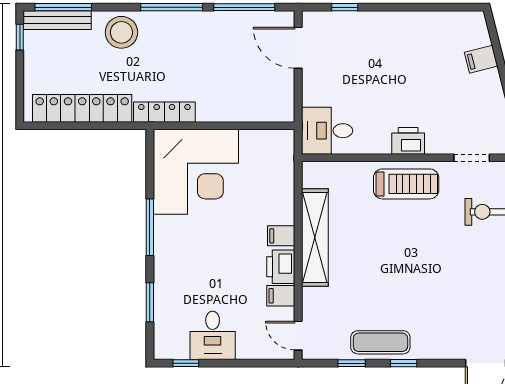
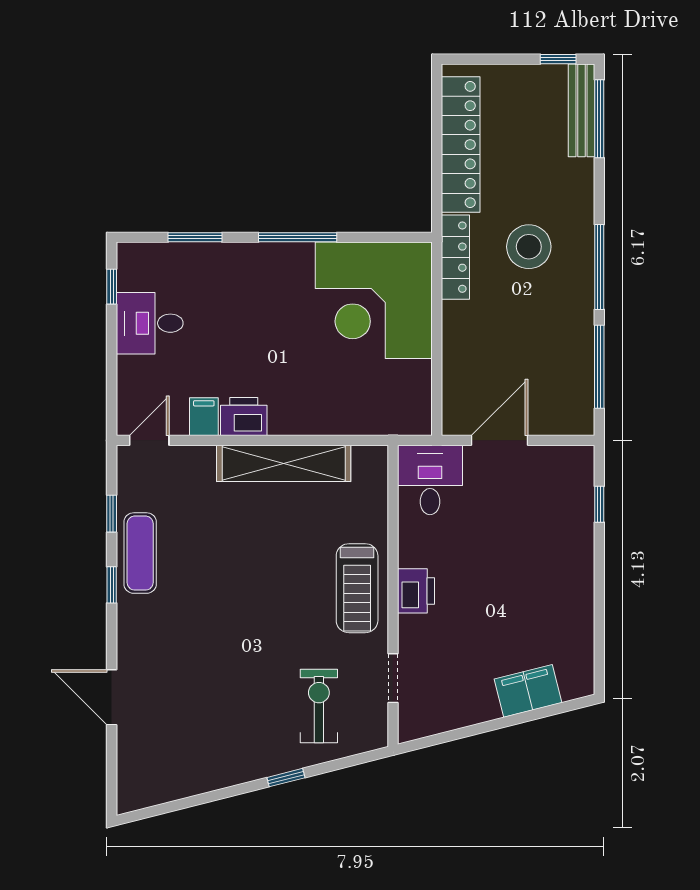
stool: (121, 32) -> (529, 247), moved
door: (298, 48) -> (500, 440), moved
filing cabinet: (481, 59) -> (528, 691), width x2.00
filing cabinet: (281, 236) -> (286, 417), removed

